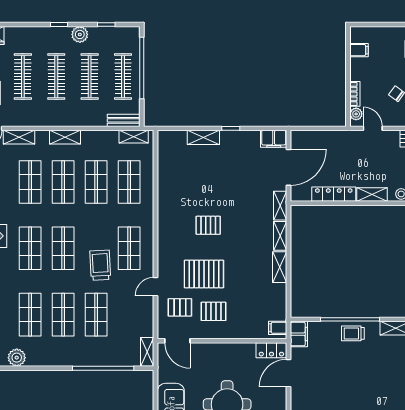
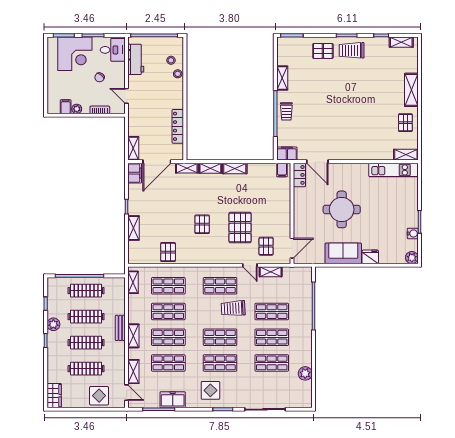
plant: (356, 114) -> (77, 109), moved
bench: (124, 120) -> (120, 328), moved
door: (373, 128) -> (127, 96), hinge flipped
door: (288, 167) -> (157, 162), swing flipped
shelving: (372, 195) -> (133, 148), moved
pallet: (214, 311) -> (168, 252), moved
shelving: (147, 352) -> (271, 272), moved

